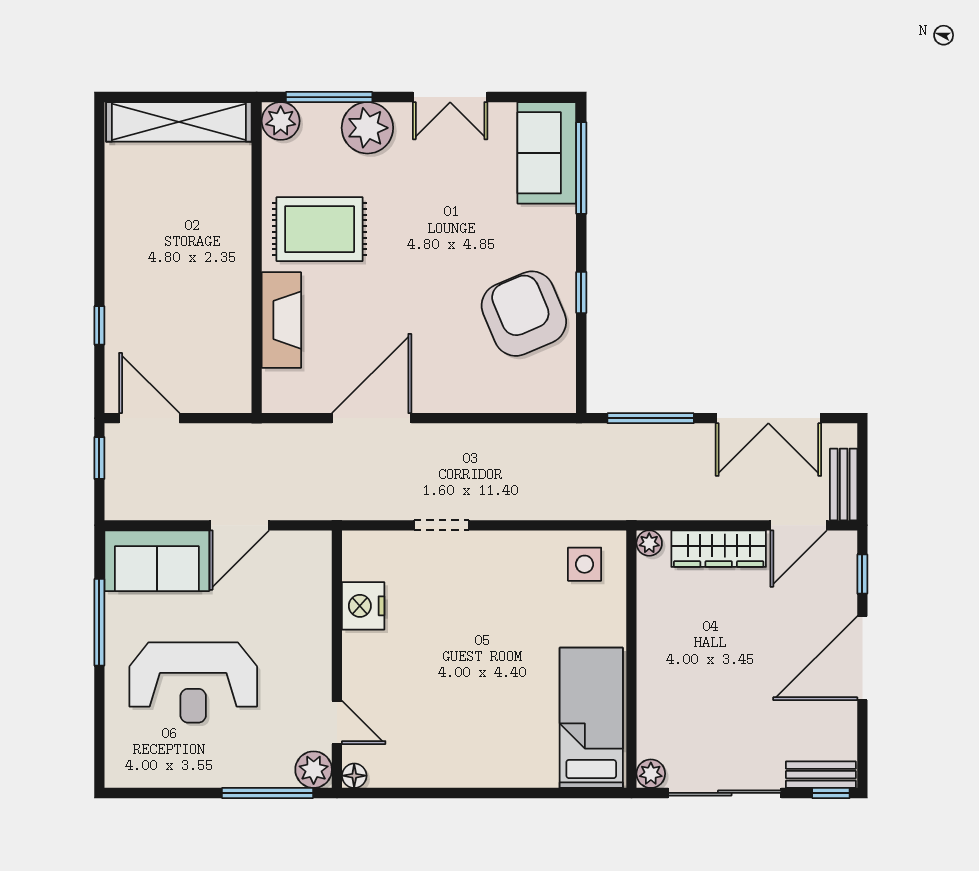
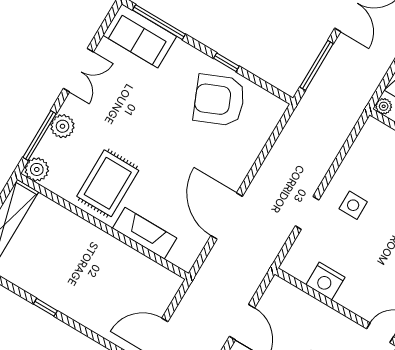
plant: (367, 128) -> (62, 126), width x0.73, depth x0.73
window: (99, 325) -> (45, 307), moved
side table: (585, 564) -> (353, 205), moved

